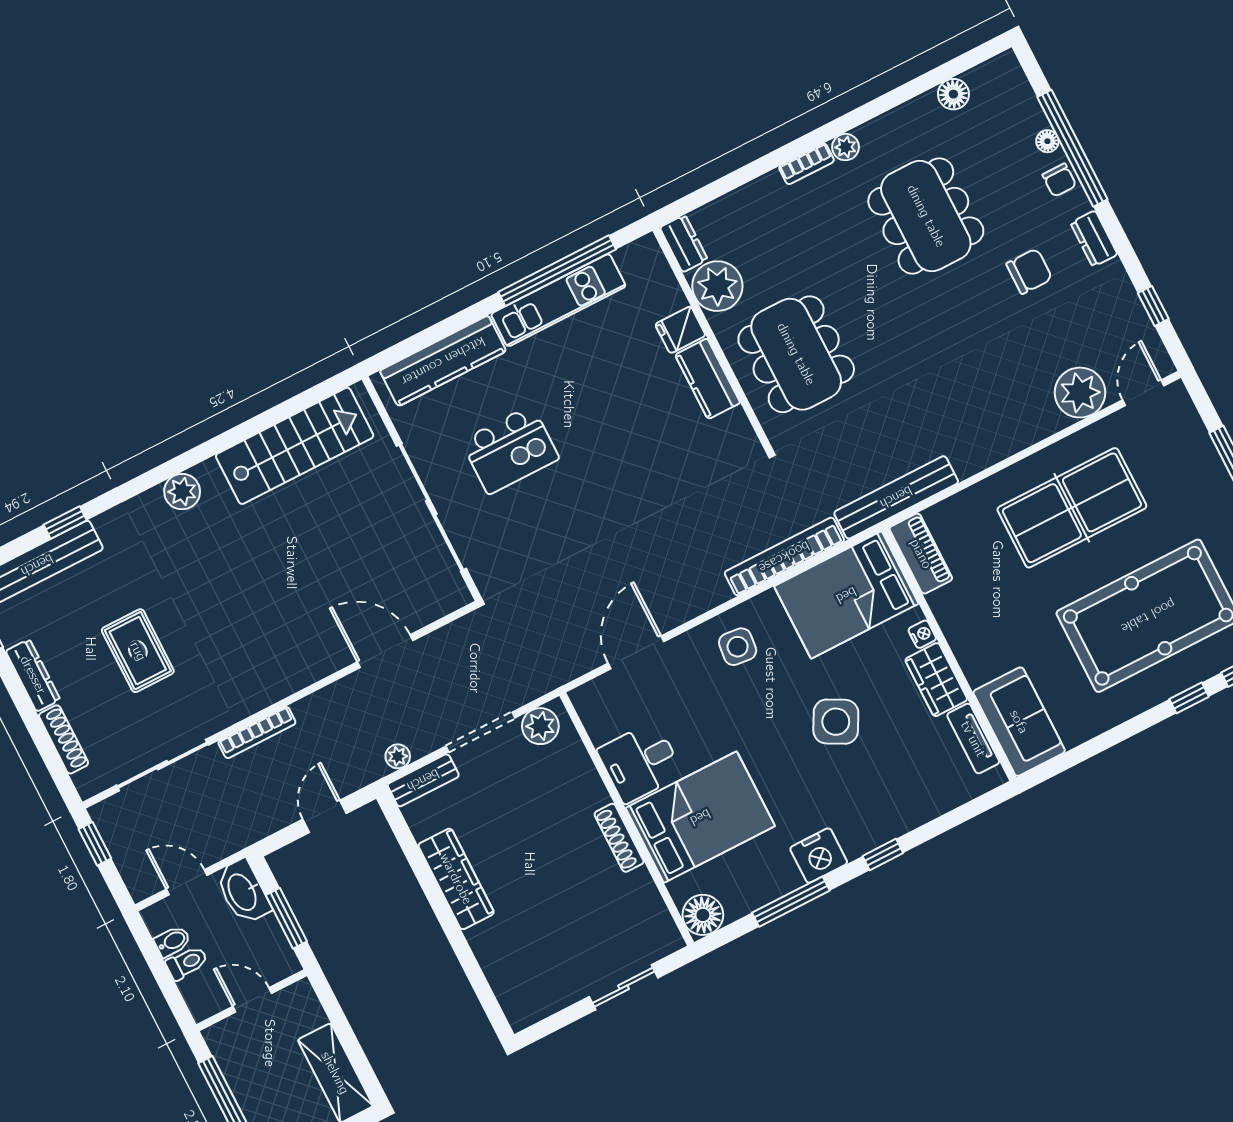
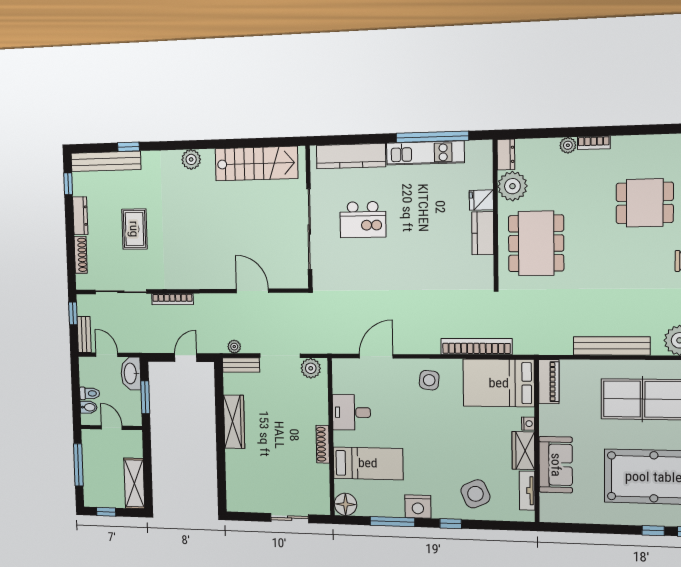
plant: (845, 147) -> (568, 145), moved
dining table: (926, 216) -> (645, 203), width x0.73
bench: (896, 497) -> (612, 346), moved
side table: (836, 722) -> (475, 494), moved, turned 38
sofa: (1019, 722) -> (556, 465), moved
bed: (700, 817) -> (368, 463), width x0.67
bench: (131, 869) -> (84, 334), added
bidet: (172, 941) -> (89, 407), moved

